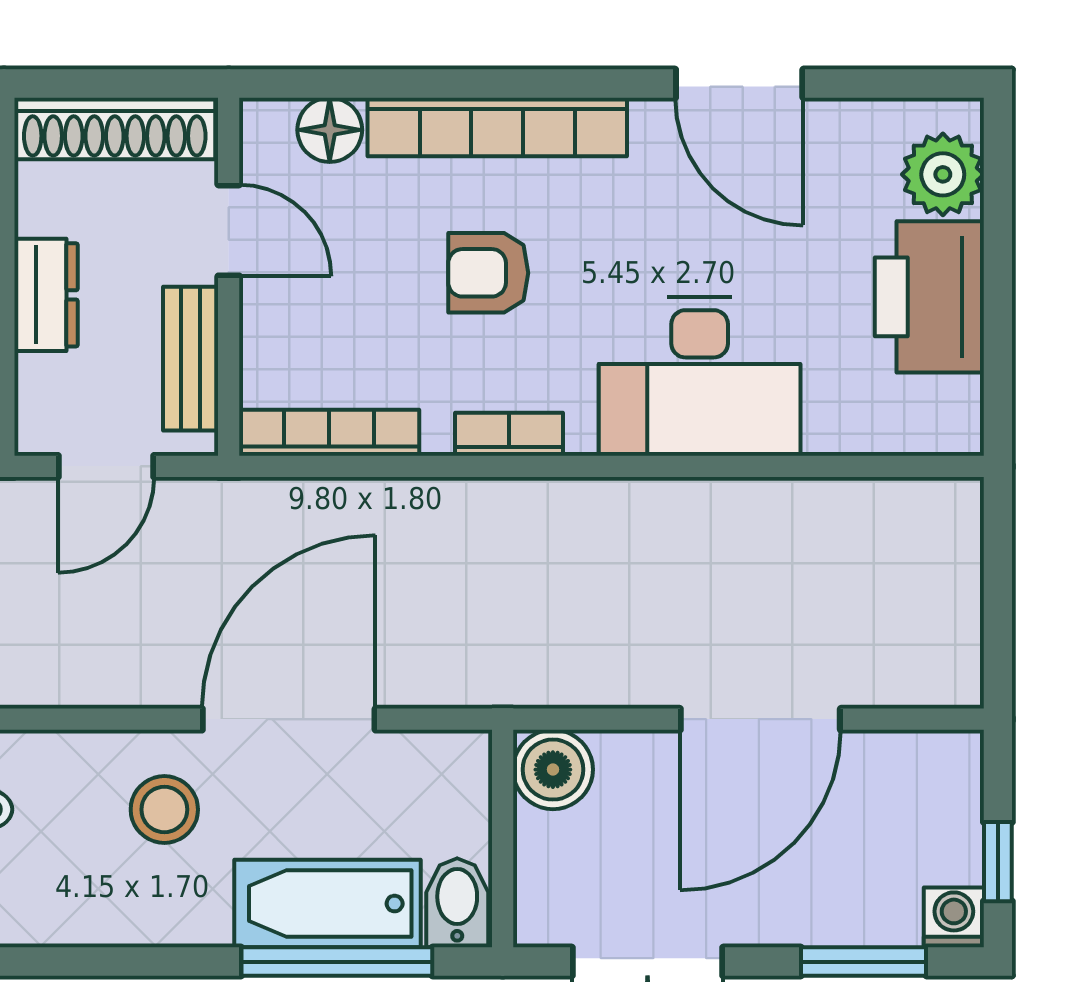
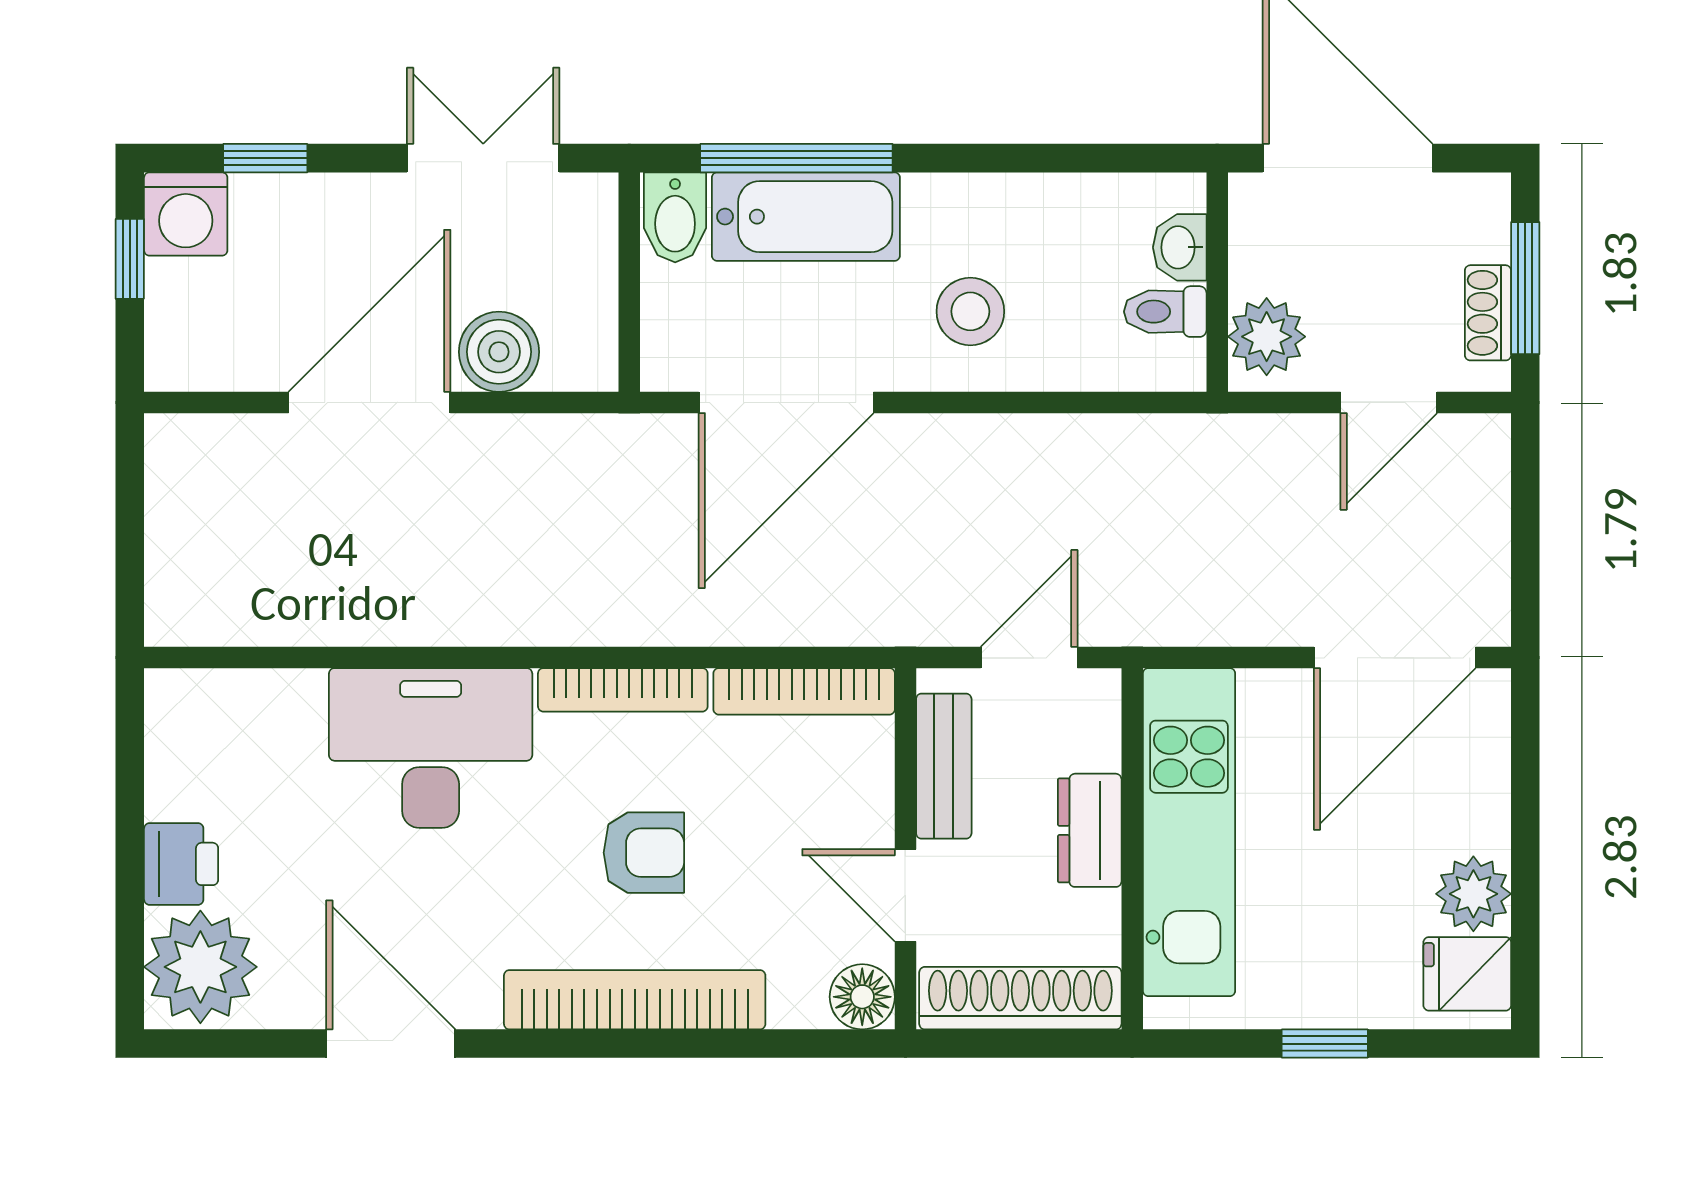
floor lamp: (330, 130) -> (862, 997), moved
plant: (943, 174) -> (200, 967), width x1.36, depth x1.36
printer: (929, 297) -> (181, 864), width x0.53, depth x0.68
bookcase: (509, 434) -> (623, 690), width x1.56
door: (289, 719) -> (786, 402), moved
boiler: (553, 770) -> (499, 352), moved
washing machine: (954, 917) -> (186, 214), width x1.38, depth x1.38
window: (864, 962) -> (265, 158), width x0.67

